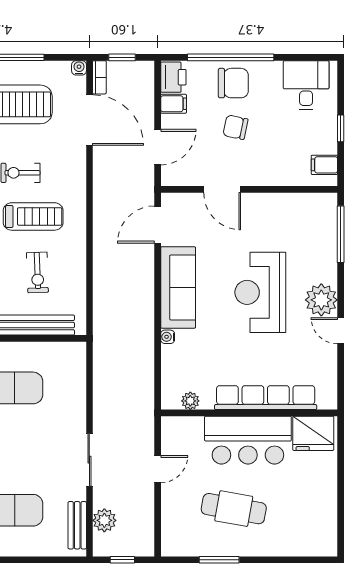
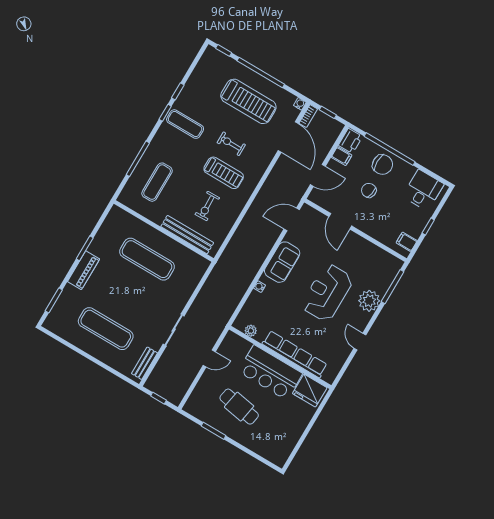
sofa: (178, 287) -> (282, 262), width x0.73
plant: (321, 300) -> (369, 301), moved
plant: (104, 520) -> (162, 370), removed

